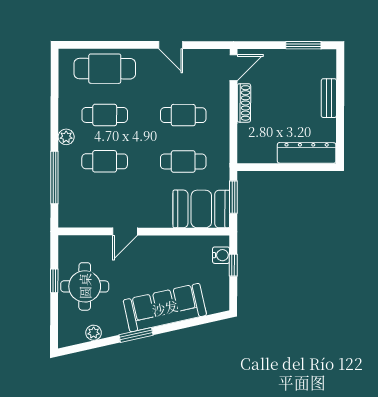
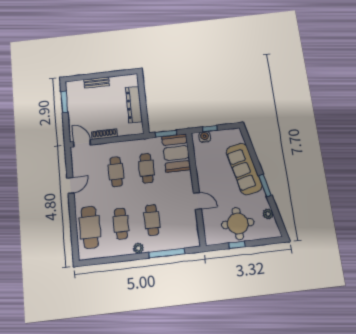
dresser: (307, 153) -> (134, 105), moved

